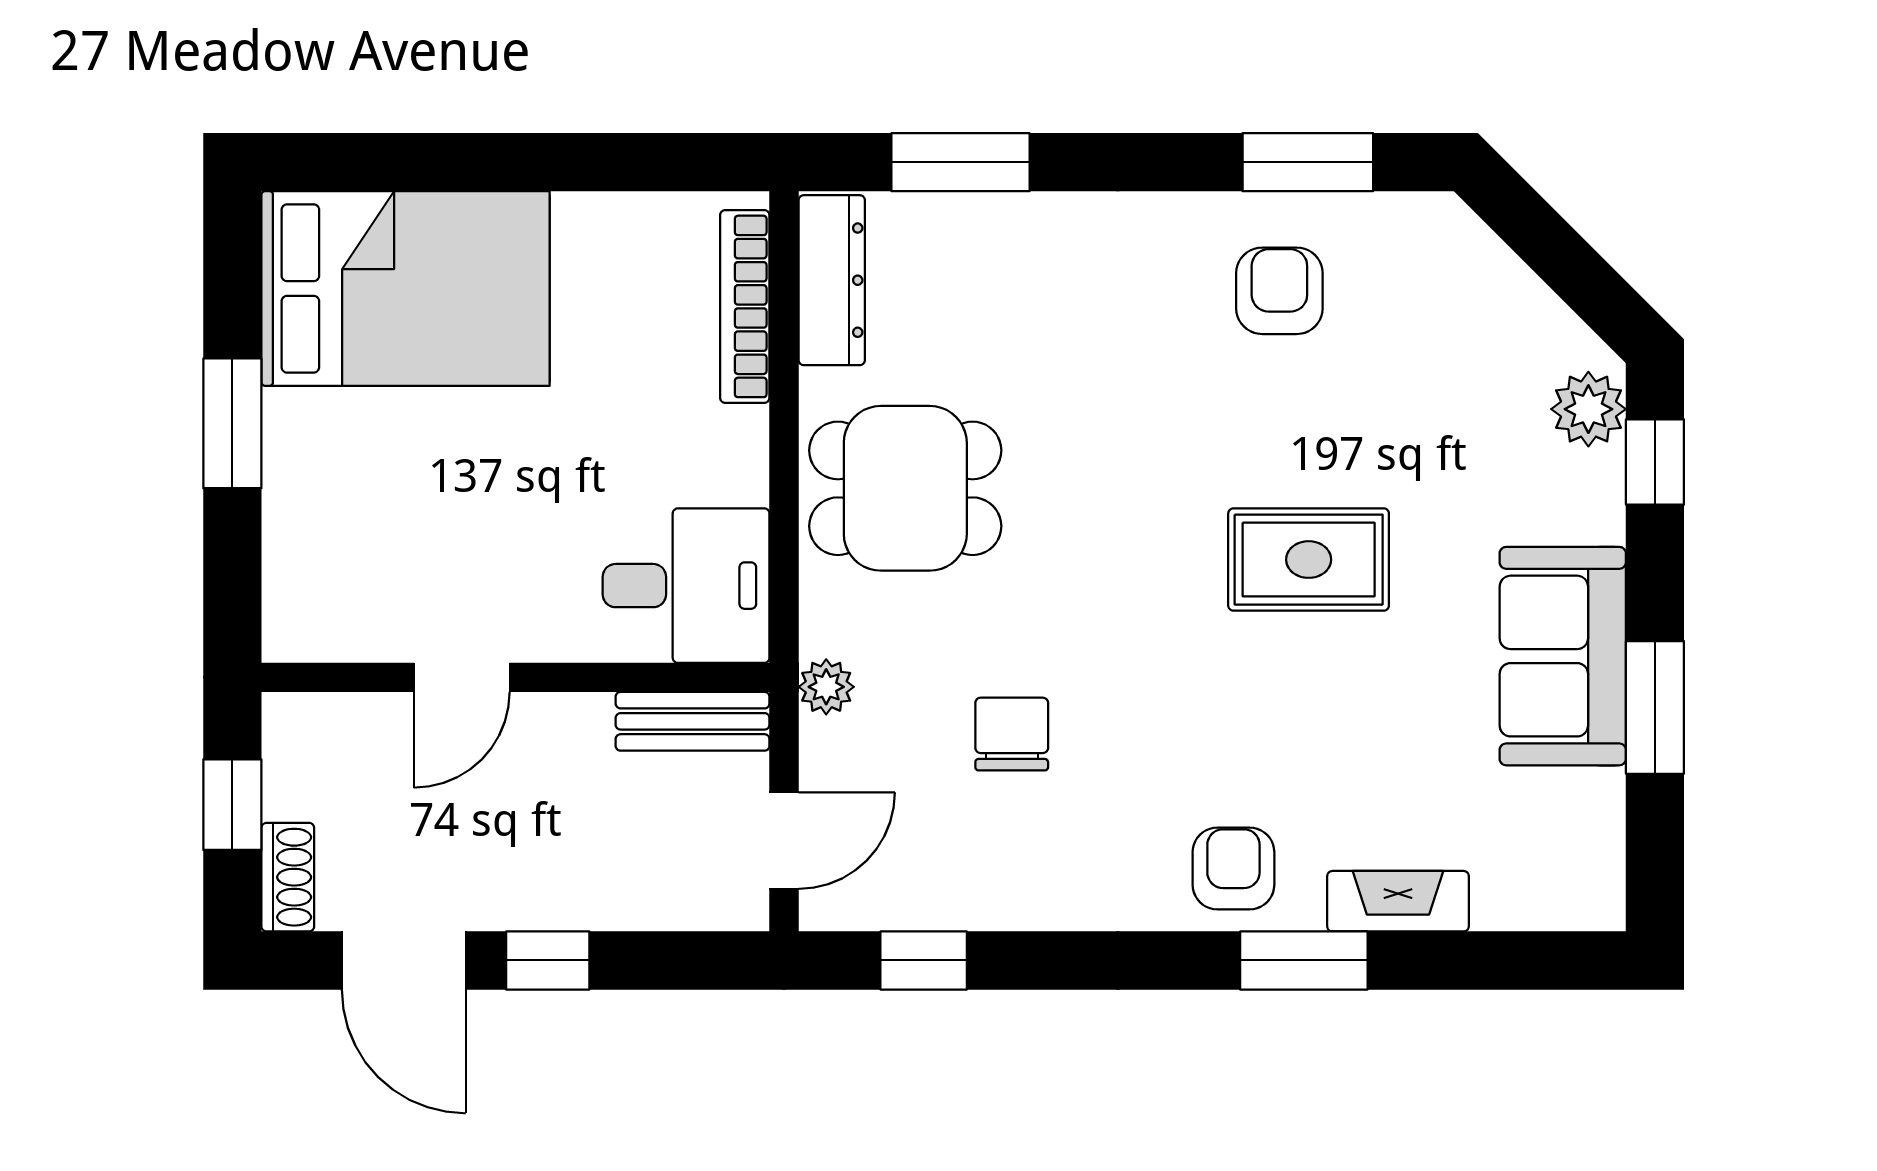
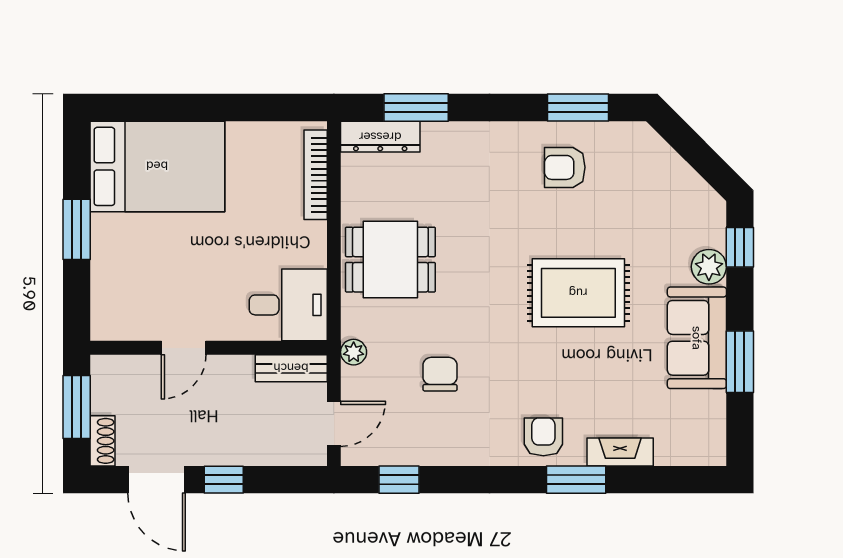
dresser: (832, 280) -> (380, 137), moved, turned 90
armchair: (1279, 291) -> (565, 167), turned -90
plant: (1588, 409) -> (709, 267), moved
rug: (1309, 560) -> (578, 293), width x1.36, depth x1.43
window: (232, 805) -> (77, 407), width x1.50

